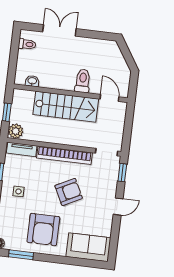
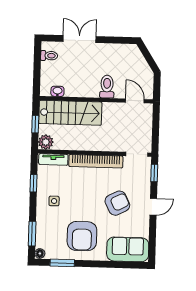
stairs: (66, 107) -> (70, 113), moved
armchair: (69, 192) -> (117, 203), moved

